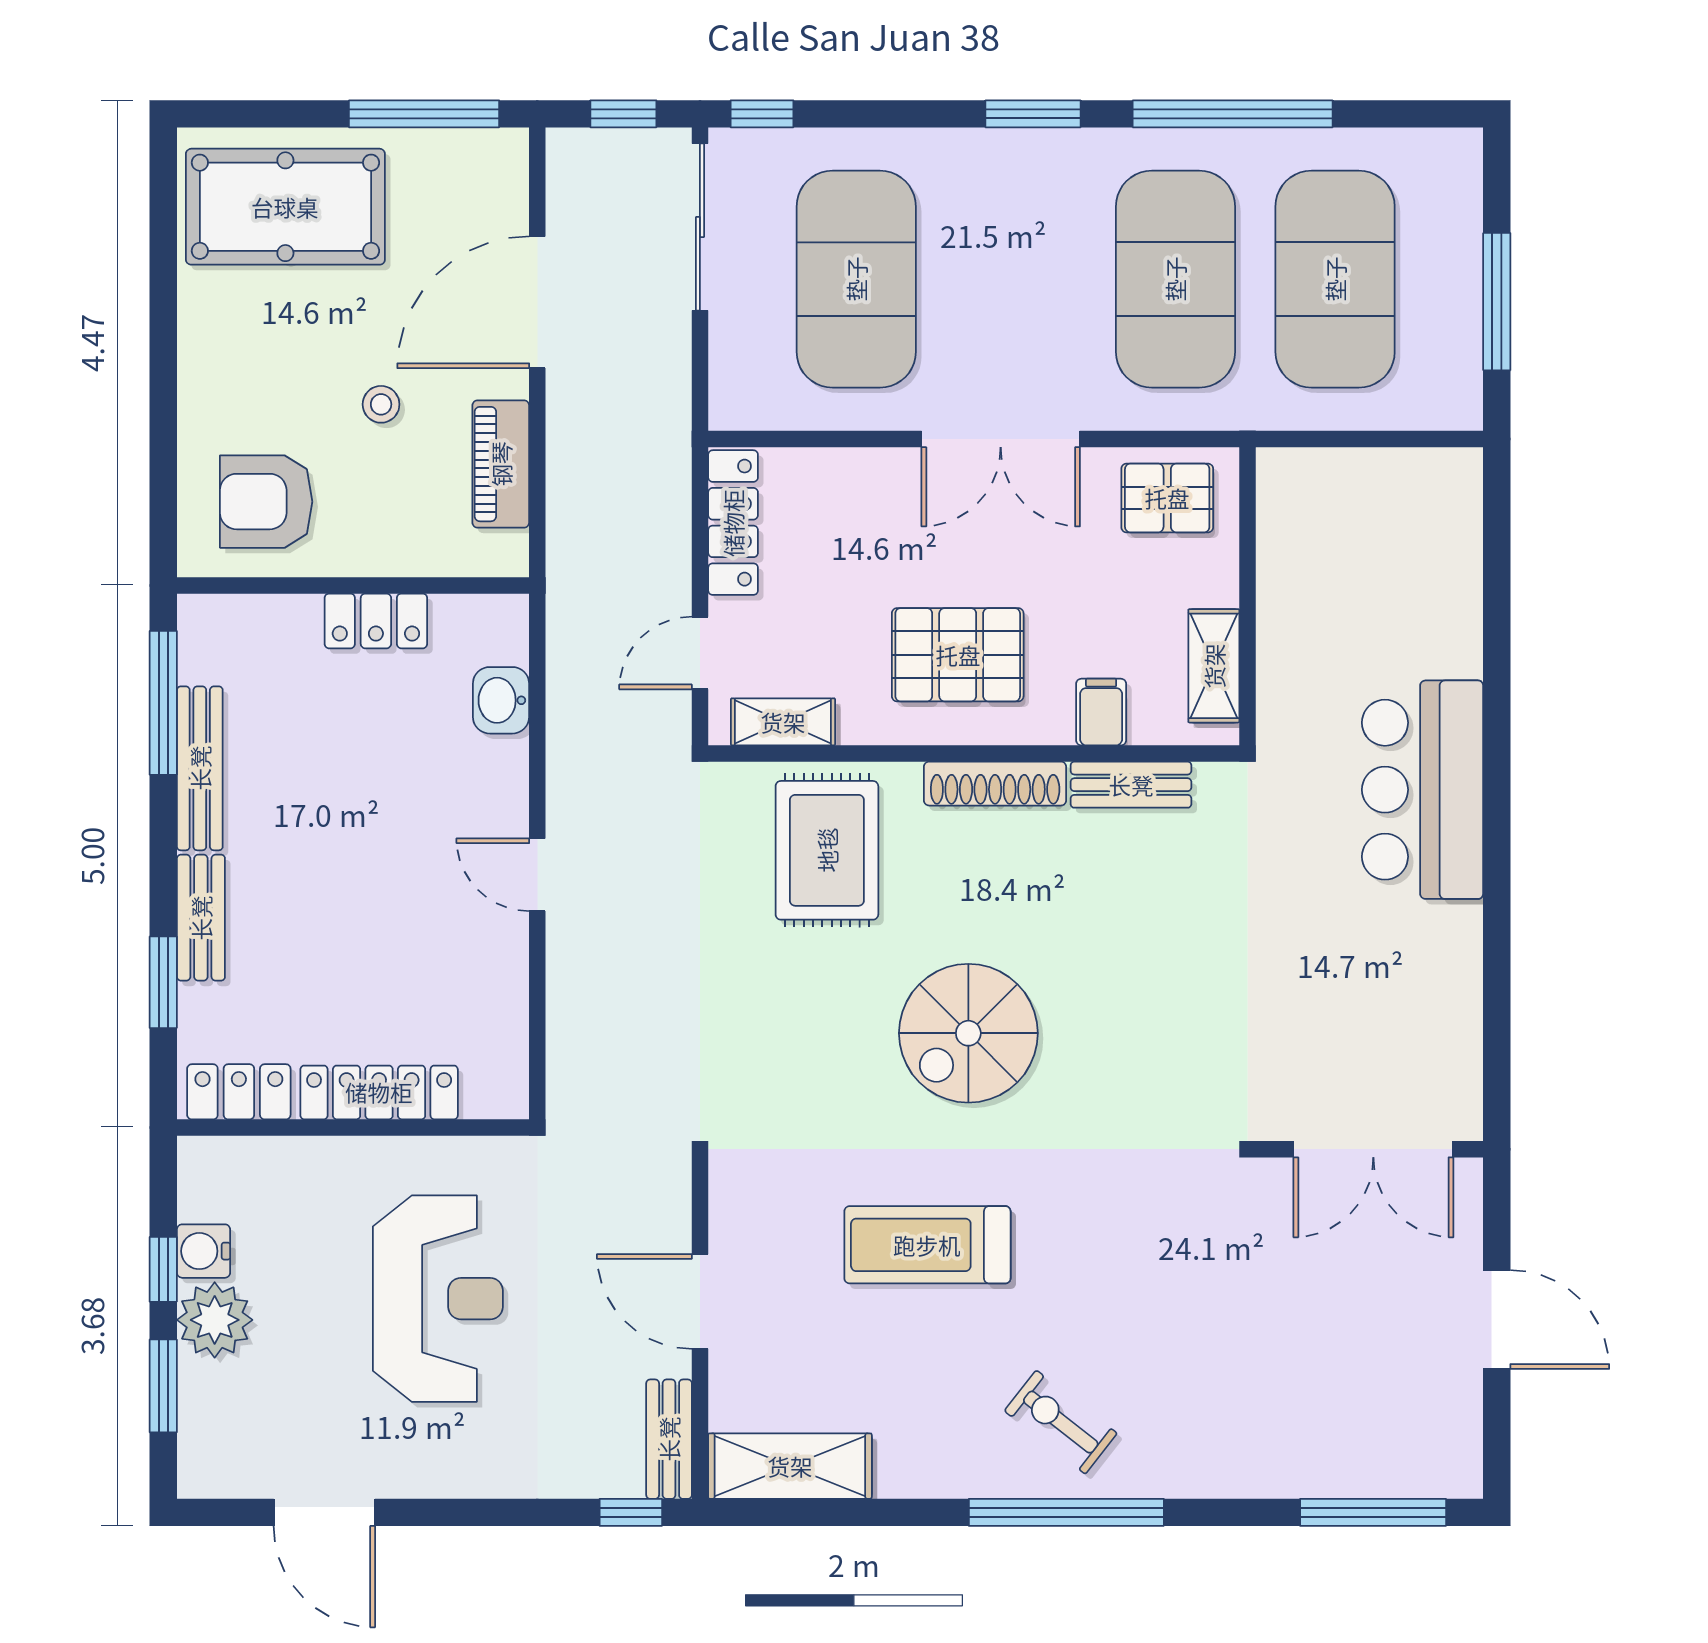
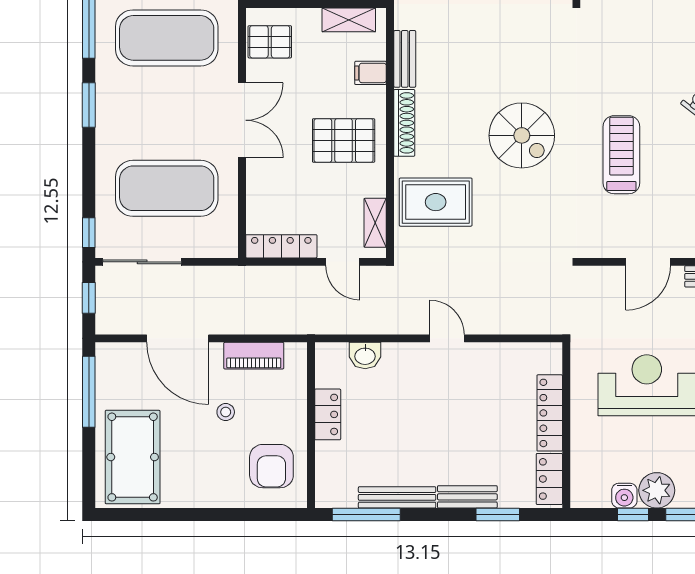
pallet: (1167, 498) -> (270, 42), turned 90
pallet: (958, 655) -> (344, 140), turned 90
door: (537, 875) -> (447, 338), swing flipped
treadmill: (927, 1245) -> (621, 155), turned 180

